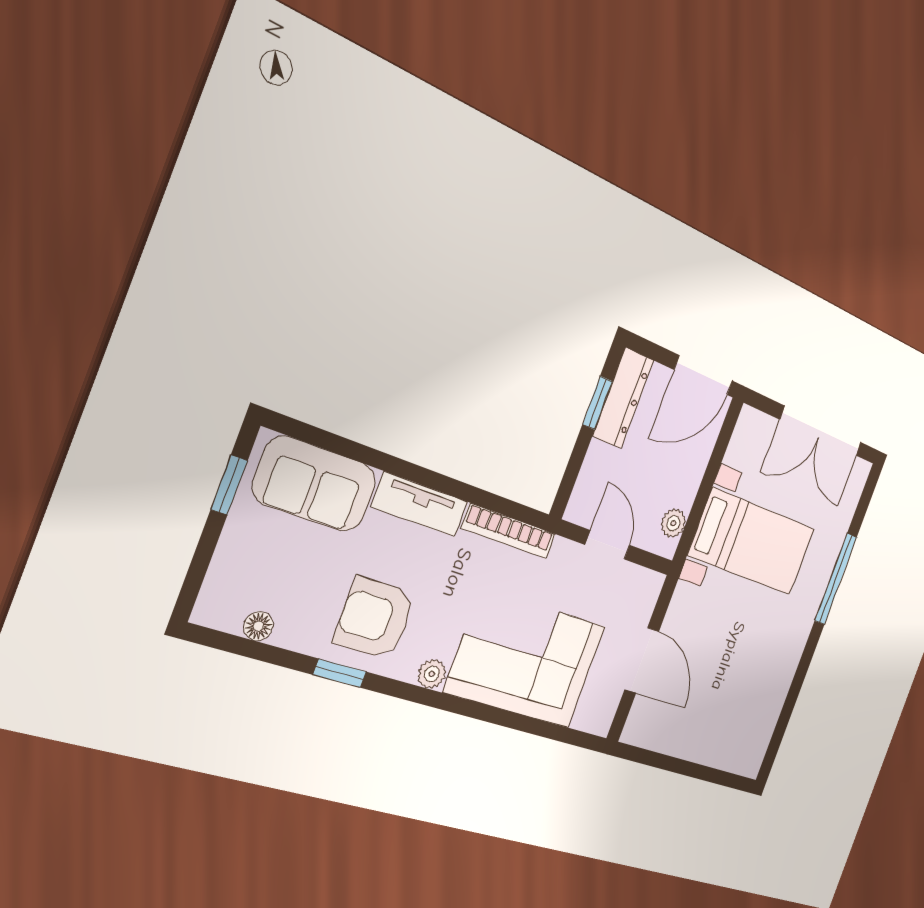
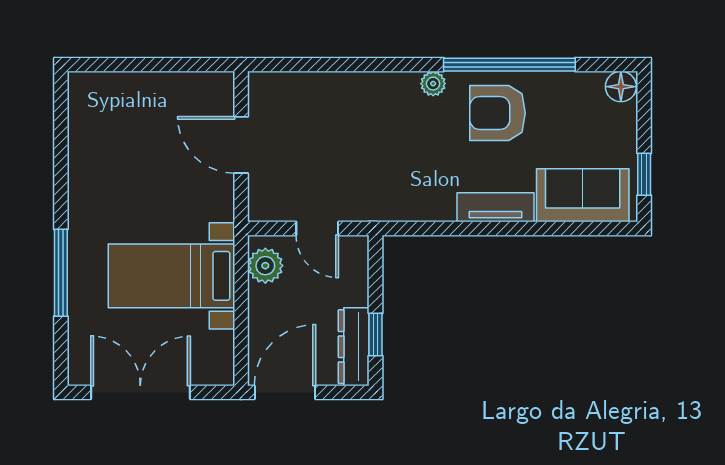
plant: (673, 523) -> (265, 266), width x1.38, depth x1.38
bookcase: (509, 531) -> (412, 211), removed
armchair: (375, 618) -> (498, 113), turned 180
floor lamp: (258, 626) -> (621, 87), moved, width x1.37, depth x1.37
corner sofa: (526, 659) -> (354, 117), removed
window: (340, 673) -> (509, 65), width x3.17

